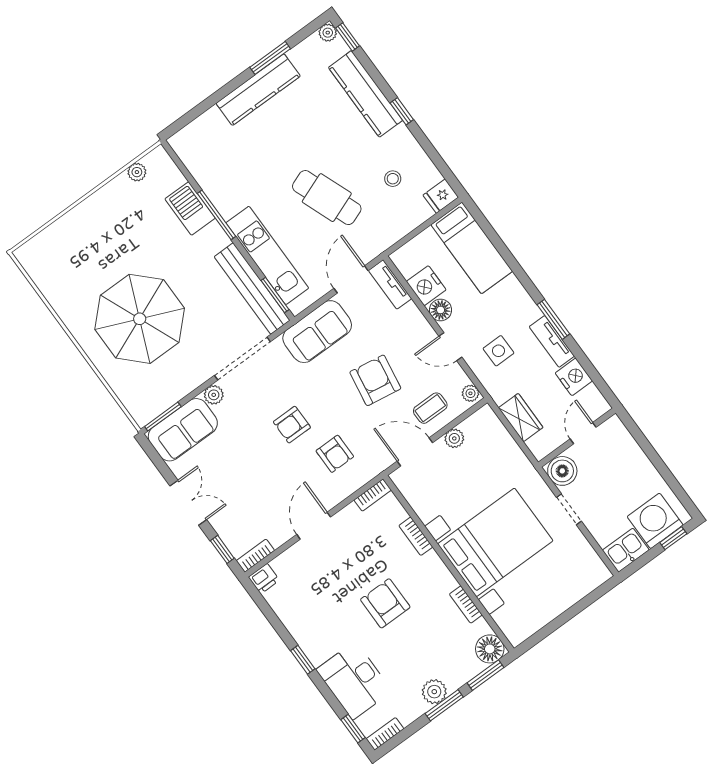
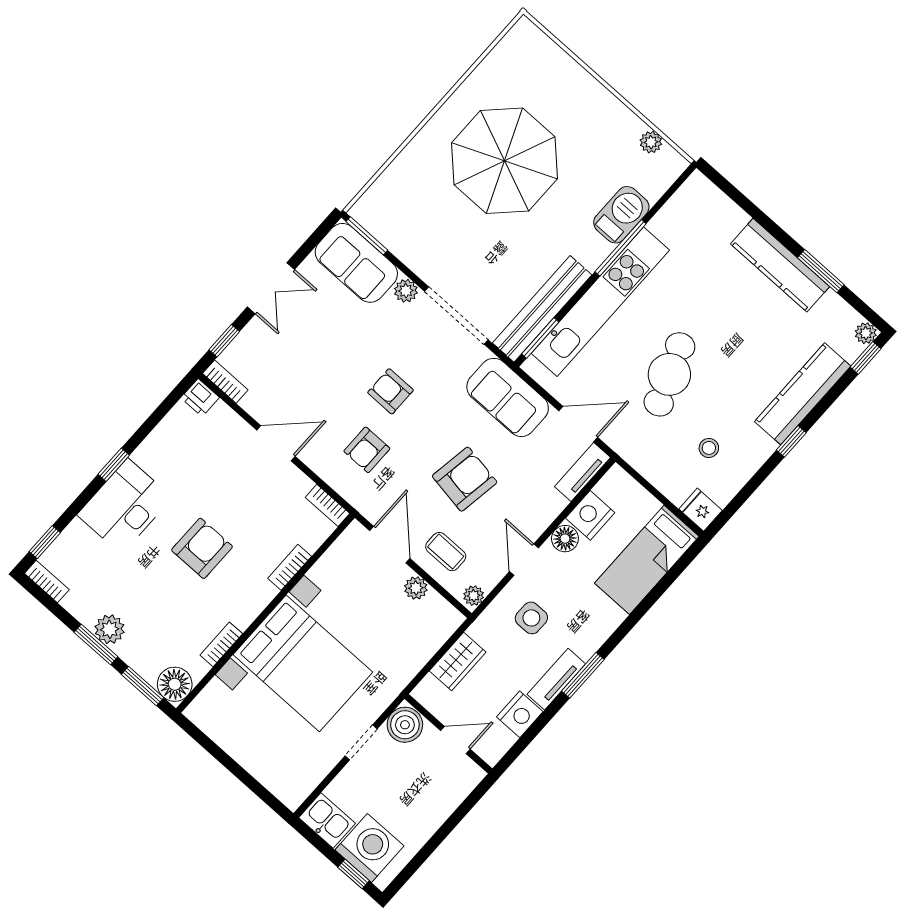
kitchen unit: (267, 255) -> (600, 302), width x1.36
parasol: (140, 319) -> (504, 161), moved
desk: (354, 680) -> (125, 506), moved

